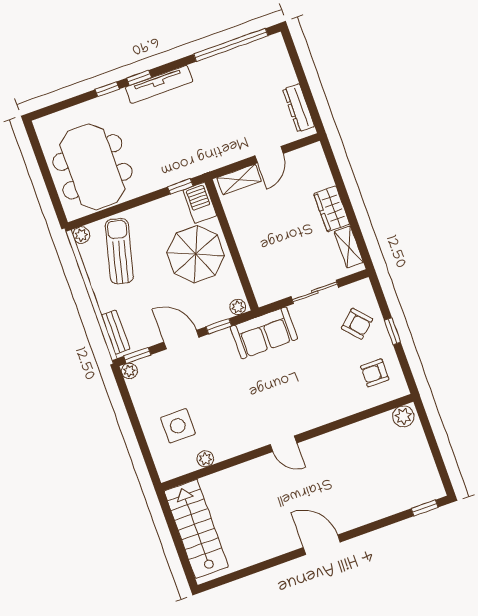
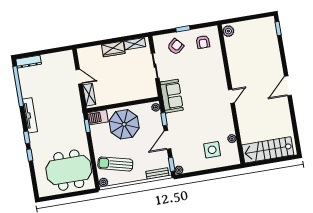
tv unit: (159, 84) -> (30, 115), moved
dresser: (299, 108) -> (29, 62), moved

